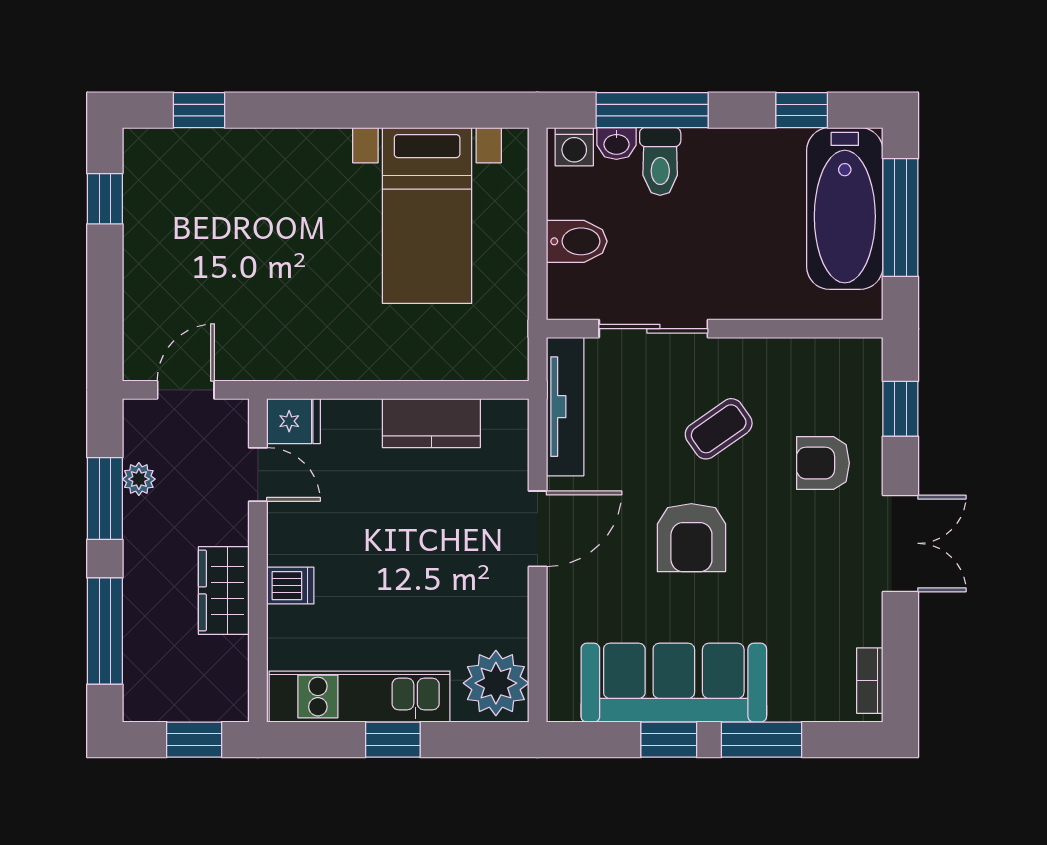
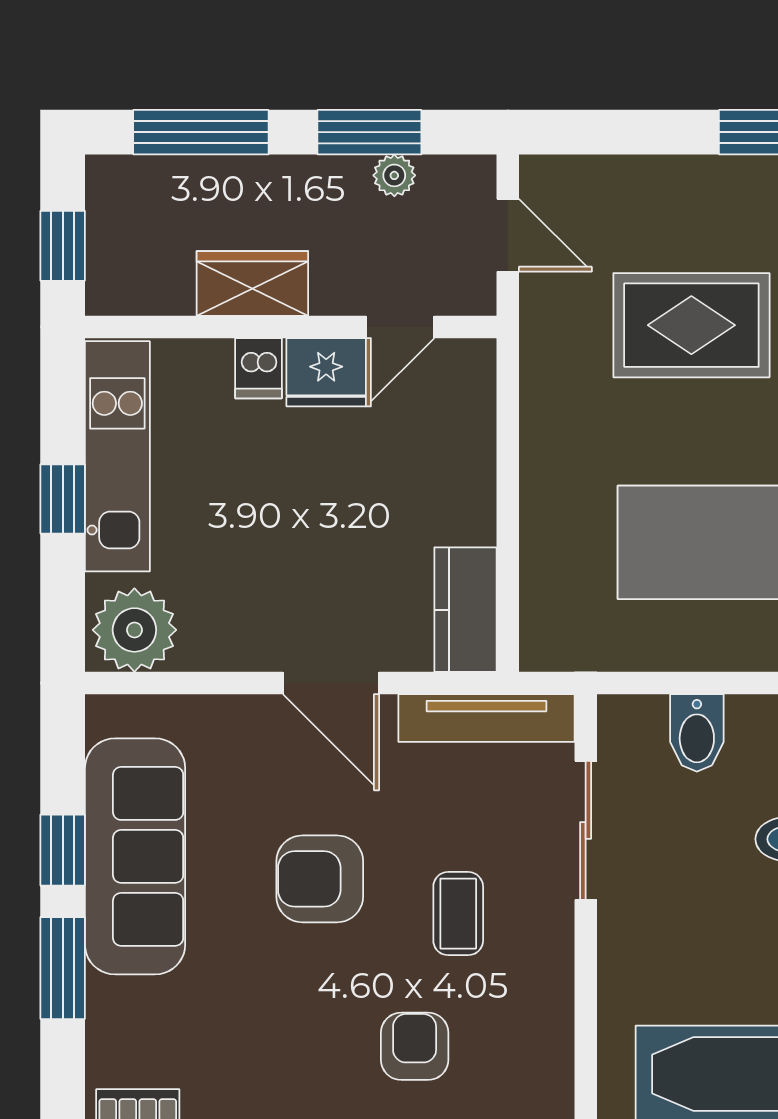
rug: (256, 246) -> (691, 325), added
fridge: (293, 421) -> (326, 372), moved, width x1.38
kitchen counter: (431, 423) -> (465, 610), moved
coffee table: (719, 429) -> (458, 914), turned 35

